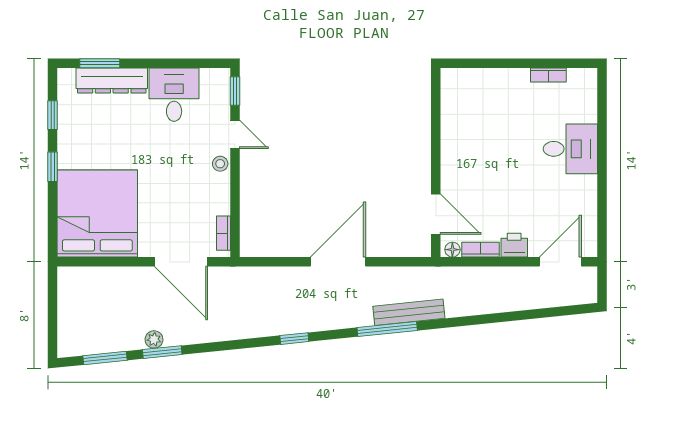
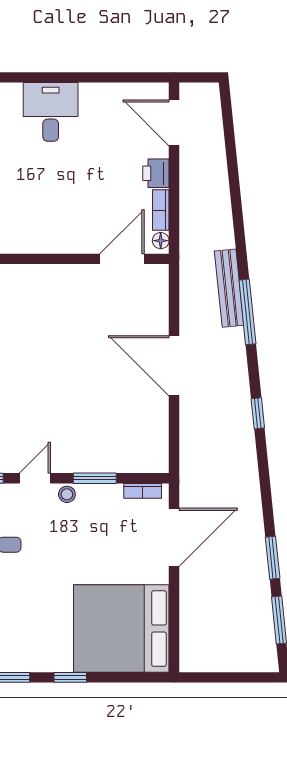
window: (235, 189) -> (95, 478), added
plant: (154, 339) -> (259, 567), removed

